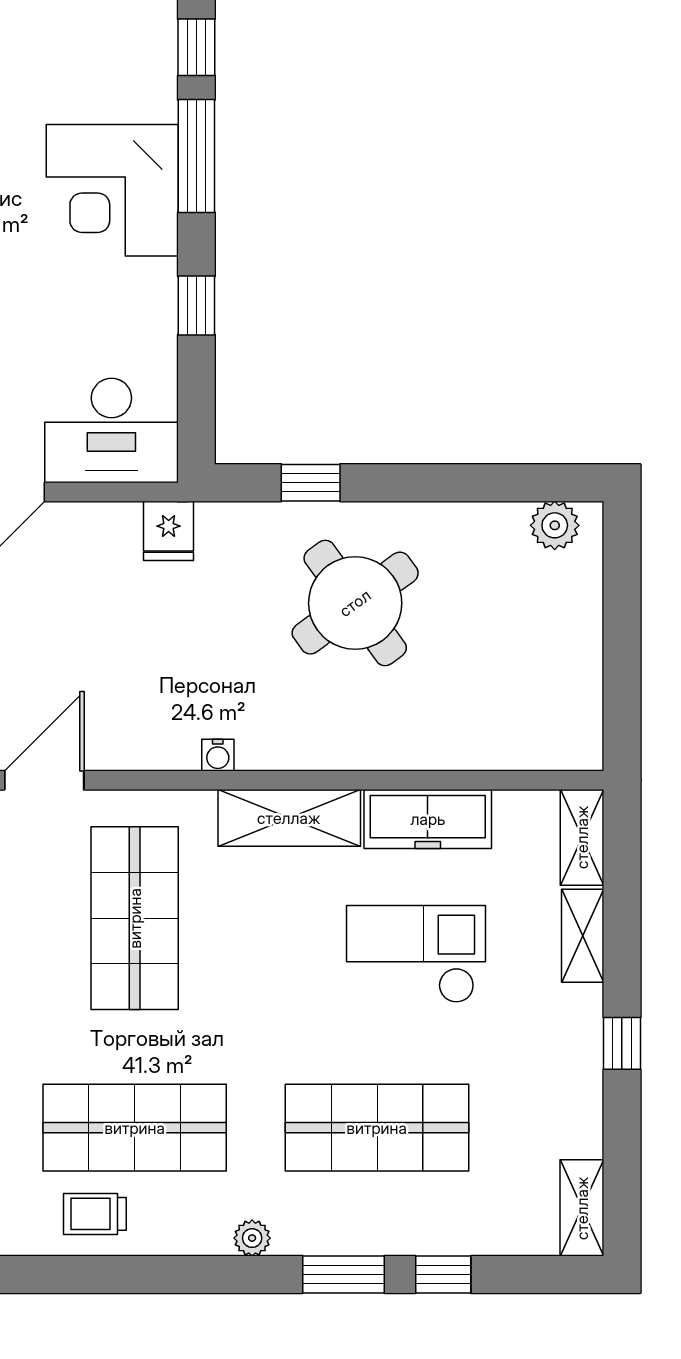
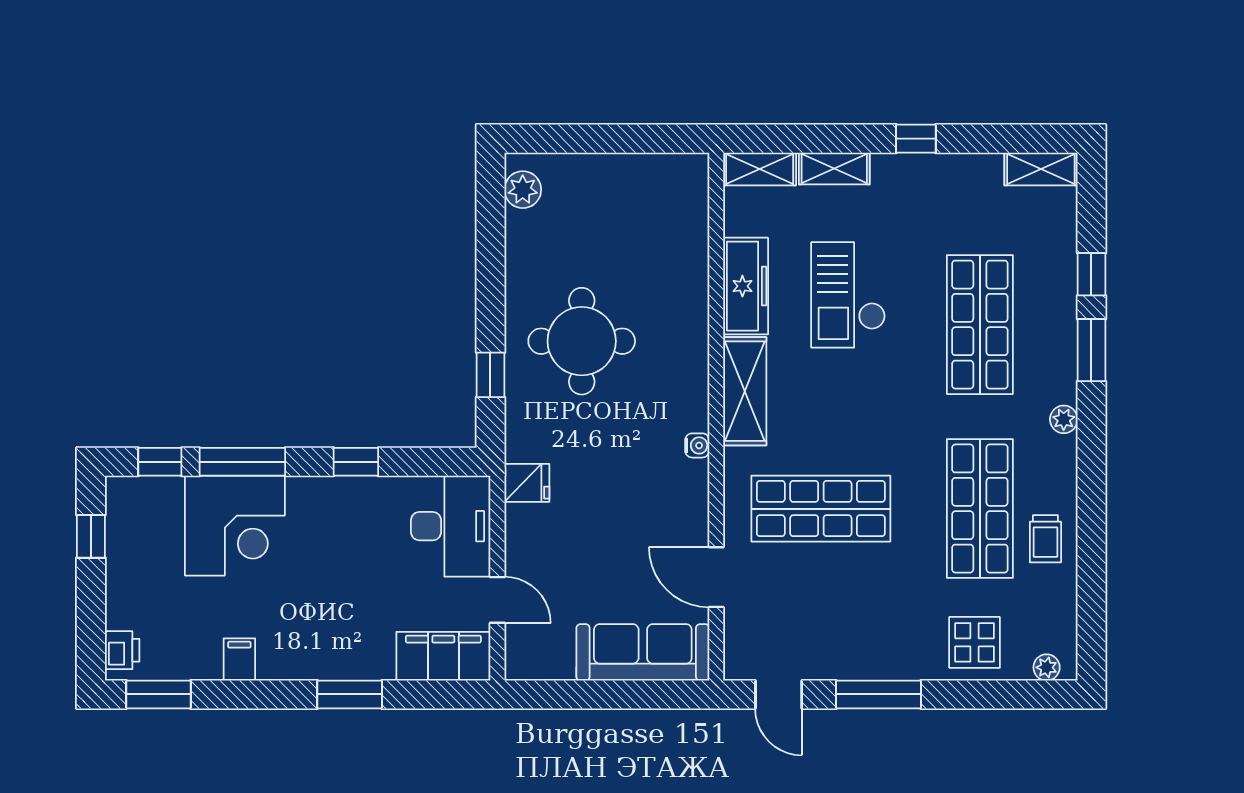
corner desk: (112, 190) -> (235, 526), moved
round table: (355, 603) -> (582, 341), turned 36

